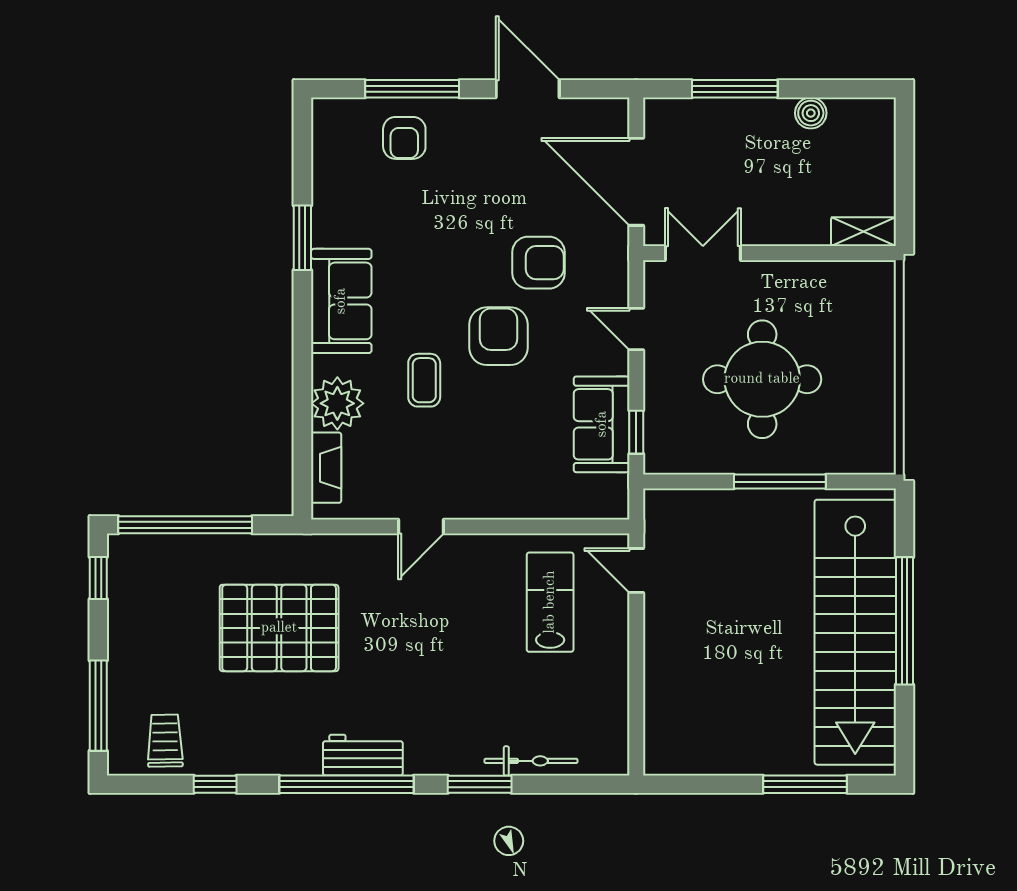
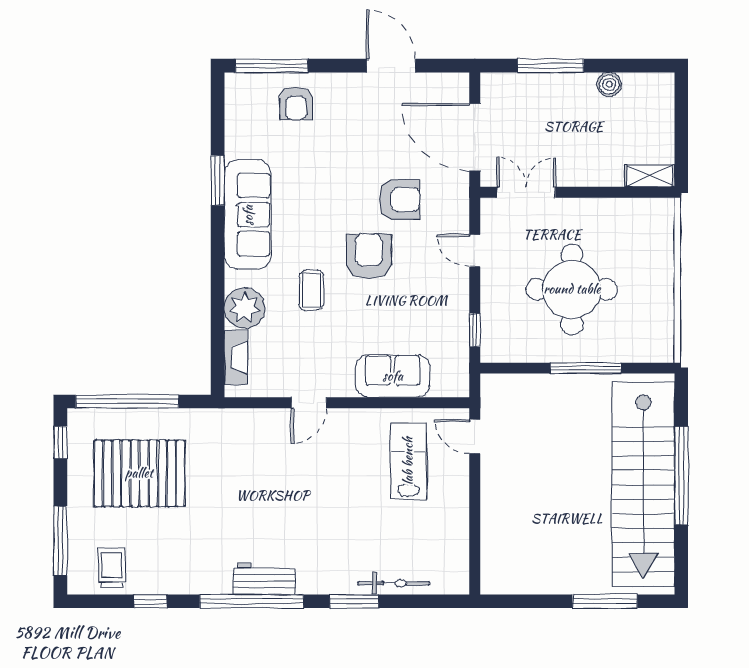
window: (412, 89) -> (272, 66), moved
sofa: (341, 301) -> (248, 215), width x1.36
sofa: (602, 424) -> (393, 376), moved, turned 90
pallet: (279, 628) -> (139, 473), moved

